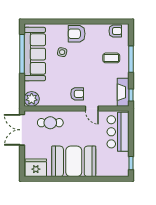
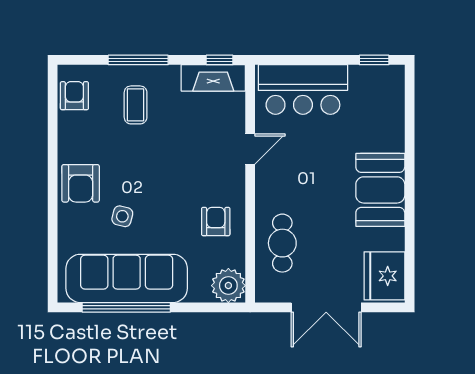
armchair: (77, 94) -> (216, 222), moved
double door: (22, 130) -> (326, 307), moved
booth: (74, 161) -> (380, 190), width x0.73, depth x0.70

